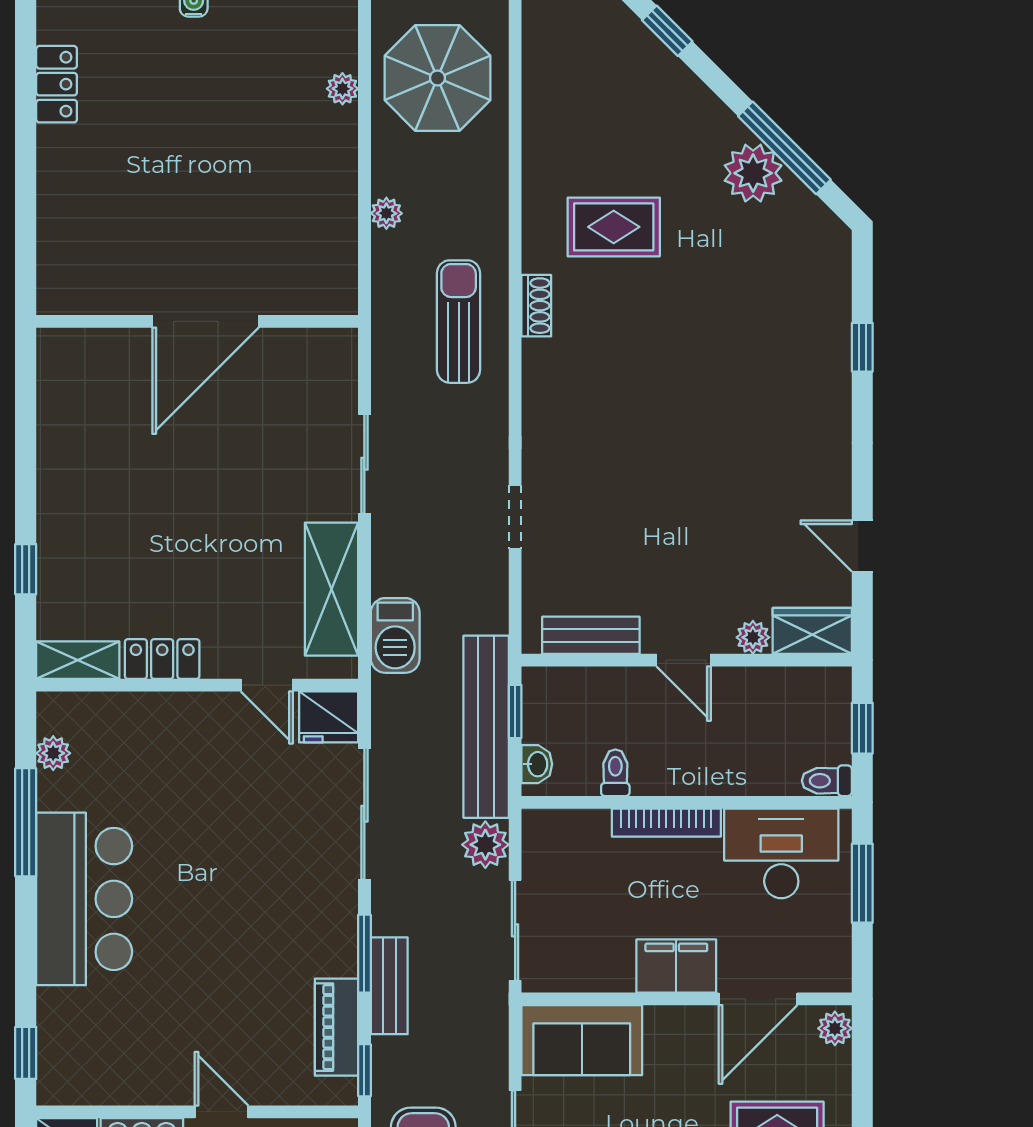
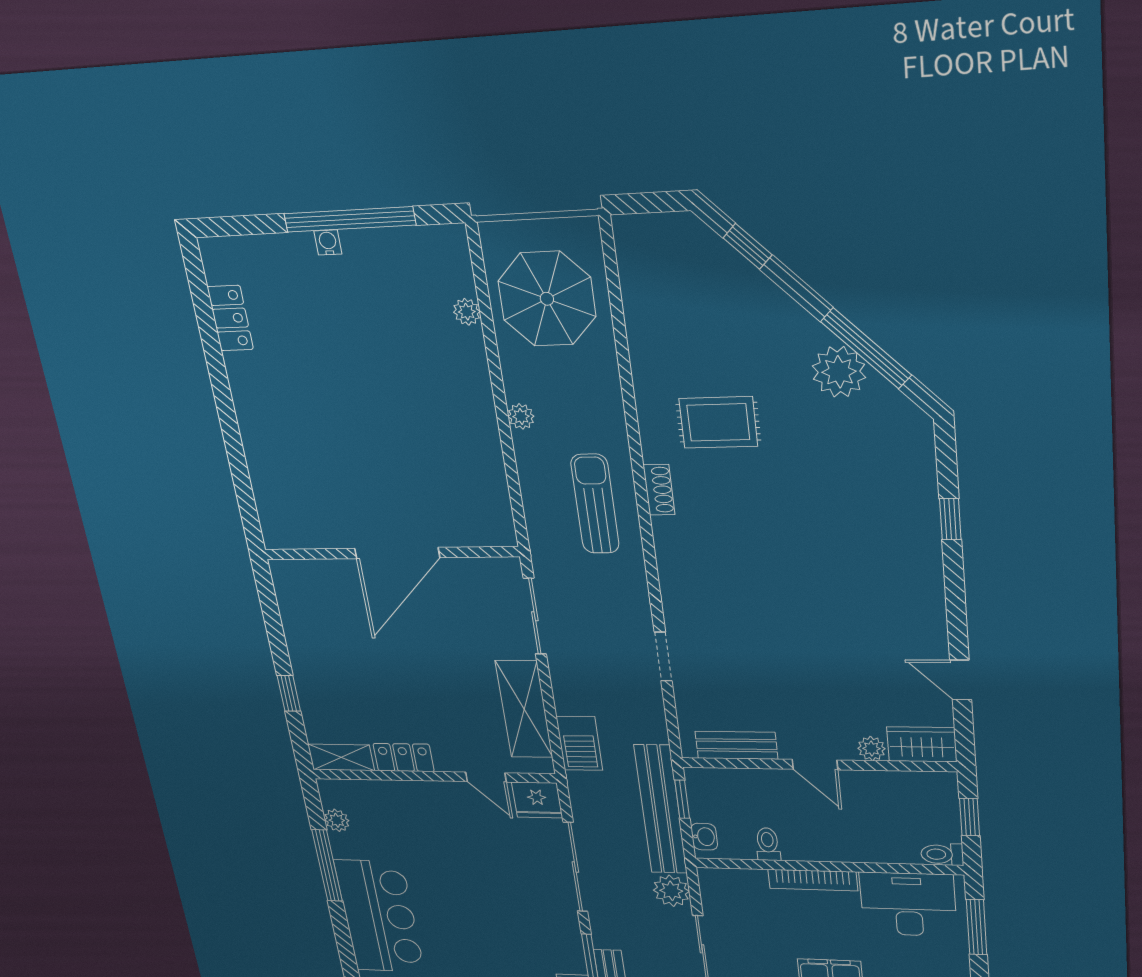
wall: (197, 321) -> (391, 553), moved
door: (205, 321) -> (397, 553), moved

